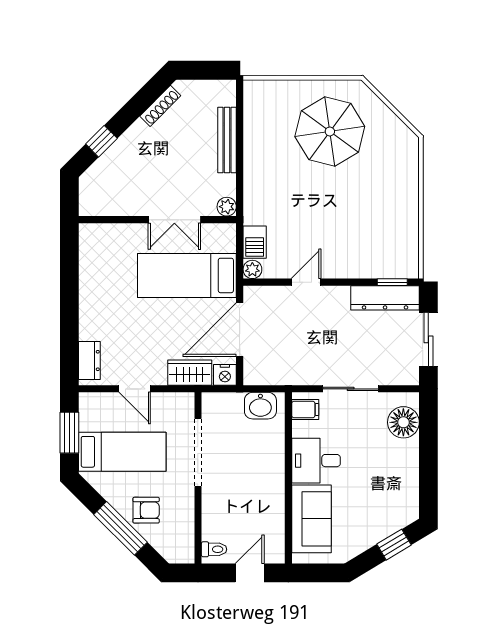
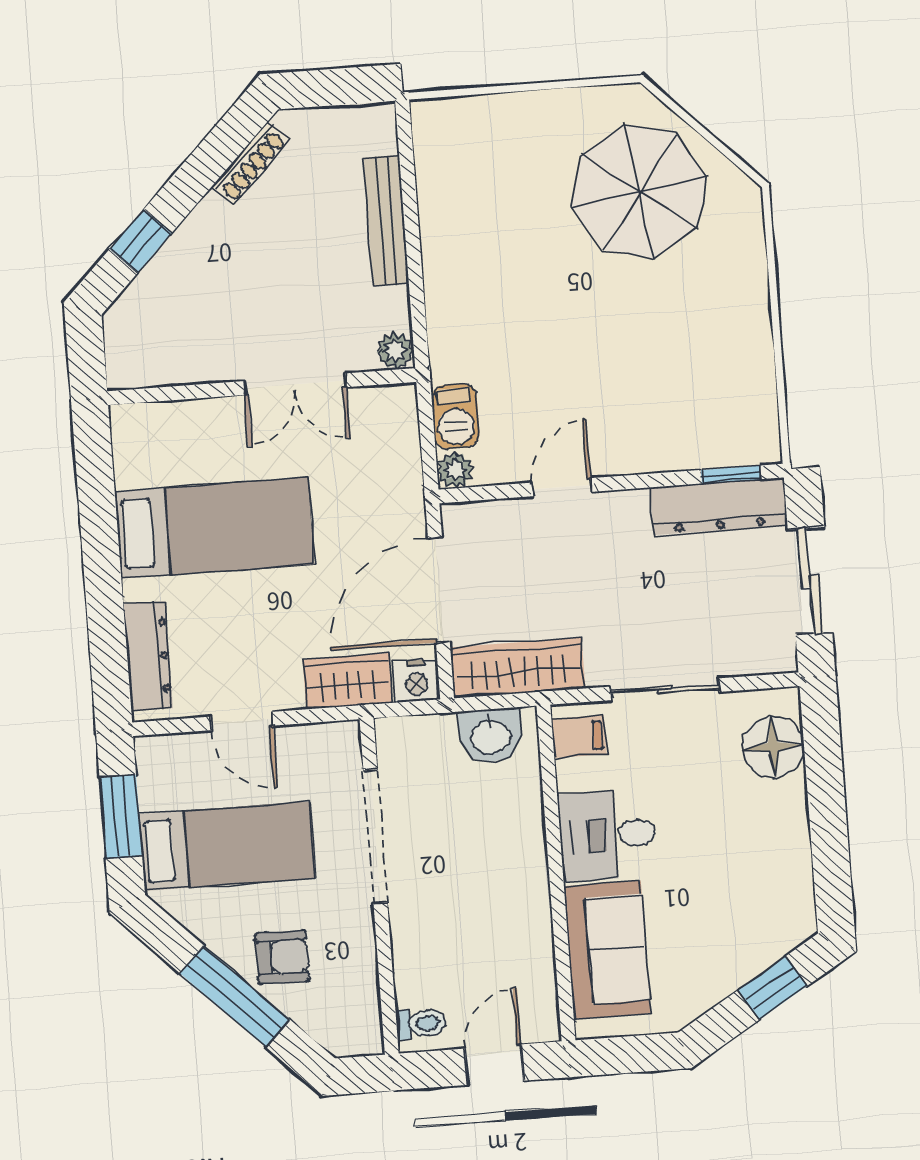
parasol: (330, 131) -> (639, 192), moved
bed: (187, 275) -> (214, 528), moved, turned 180
dresser: (89, 361) -> (148, 656), width x1.44
wardrobe: (277, 372) -> (518, 668), added

